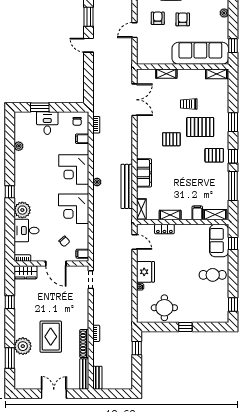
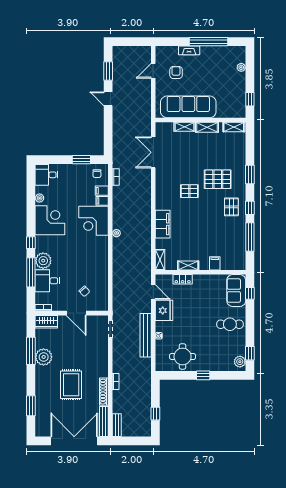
armchair: (183, 19) -> (201, 74), removed
door: (134, 30) -> (153, 71), moved
sofa: (200, 53) -> (188, 107), moved
double door: (134, 100) -> (153, 152), swing flipped
trolley: (189, 104) -> (207, 157), removed
window: (40, 107) -> (81, 160), moved
desk: (47, 123) -> (46, 175), moved, turned -90
pallet: (214, 155) -> (231, 207), turned 90
bench: (127, 186) -> (146, 335), moved
corner desk: (74, 209) -> (50, 220), moved, turned 180
shelving: (215, 215) -> (207, 127), moved
window: (10, 222) -> (31, 272), added
filing cabinet: (82, 254) -> (102, 201), moved
fridge: (146, 272) -> (164, 310), moved
window: (10, 302) -> (31, 351), width x2.17
plant: (223, 313) -> (240, 362), added
plant: (23, 346) -> (44, 357), moved
window: (137, 348) -> (155, 414), moved
double door: (54, 394) -> (74, 441), width x1.87

